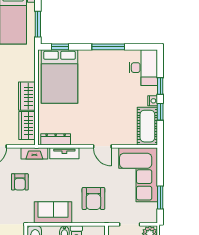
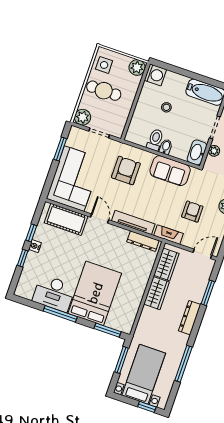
window: (60, 47) -> (108, 330), width x1.50
desk: (143, 68) -> (54, 293), moved, turned -90
bed: (60, 77) -> (95, 293), moved
cot: (147, 126) -> (66, 219), moved, turned 90
tv unit: (64, 153) -> (133, 223), width x1.41

